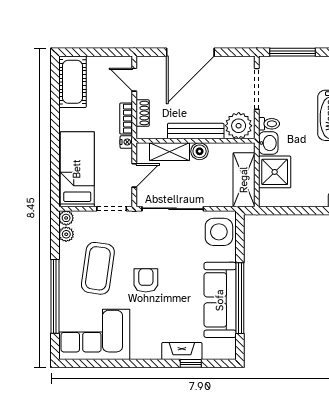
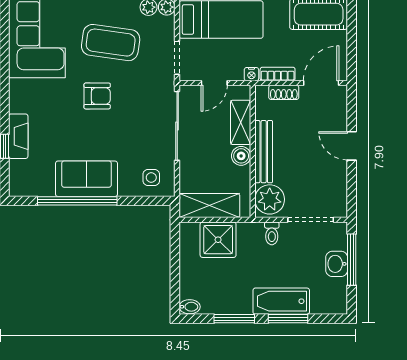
door: (190, 52) -> (352, 146), width x0.53
door: (134, 80) -> (321, 83), width x1.38
washbasin: (268, 143) -> (337, 264), moved, turned 90
door: (134, 175) -> (214, 83), hinge flipped
side table: (219, 232) -> (151, 177), width x0.54, depth x0.54
sofa: (220, 300) -> (86, 179), width x0.73

